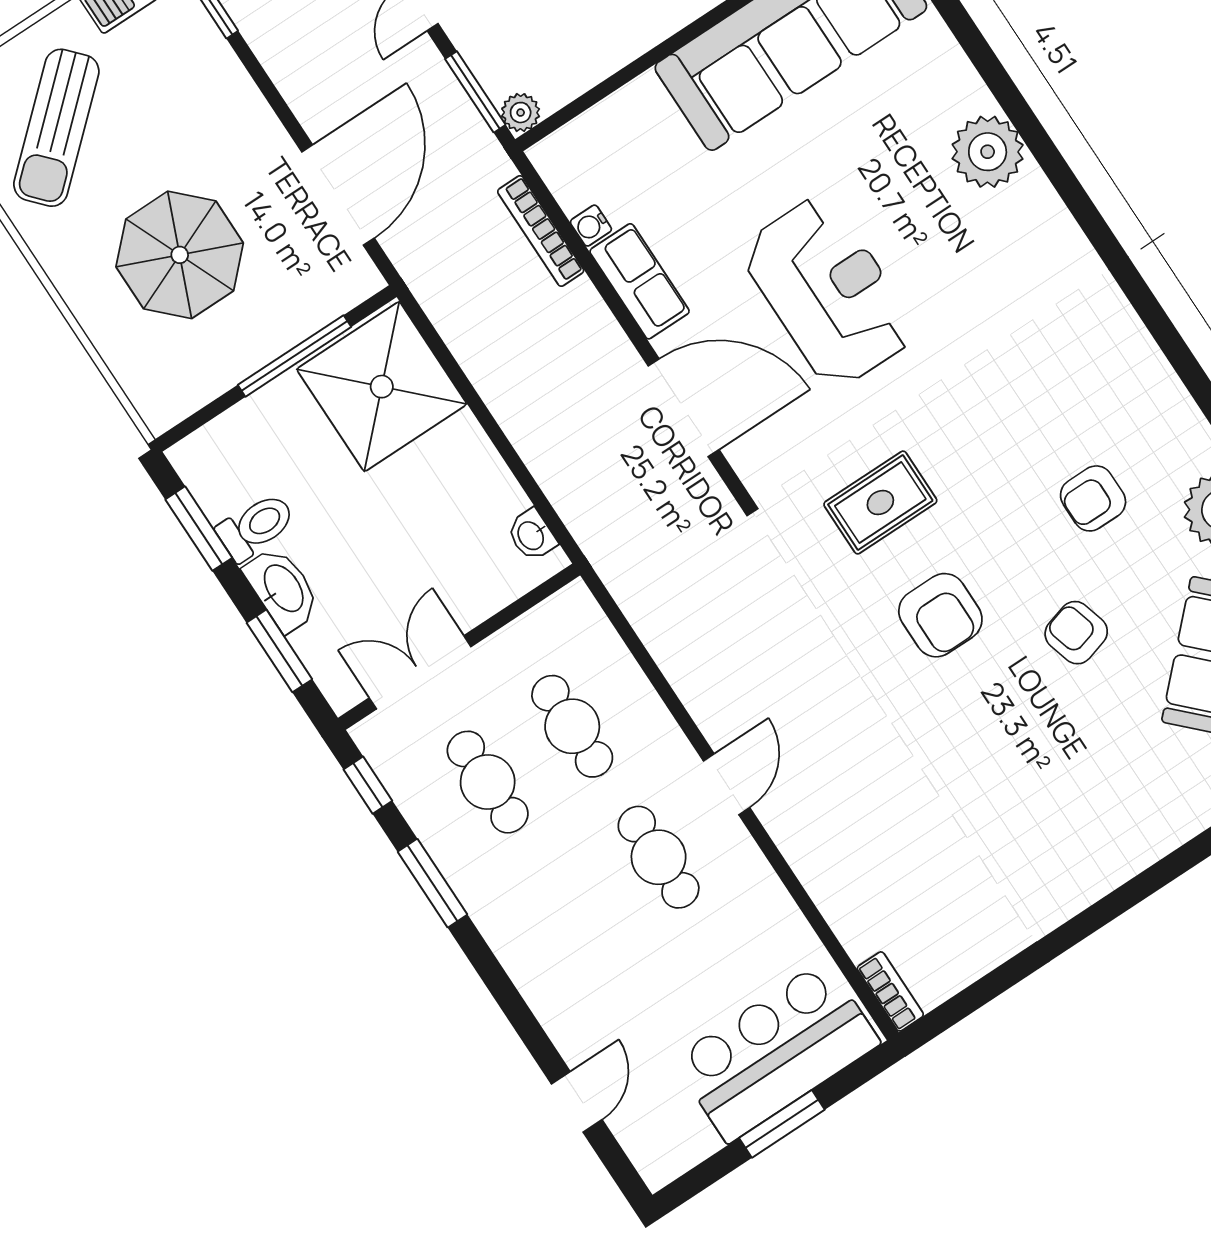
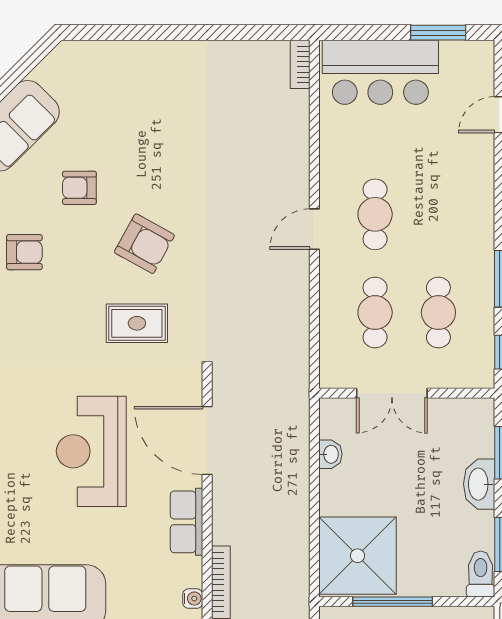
water cooler: (591, 226) -> (193, 599), moved
toilet: (256, 527) -> (481, 574), moved, turned 90
washbasin: (532, 535) -> (330, 454), moved
armchair: (940, 615) -> (144, 244), turned 119
armchair: (1076, 633) -> (79, 188), turned 106
double door: (420, 672) -> (392, 393), moved
window: (782, 1124) -> (438, 33), moved

